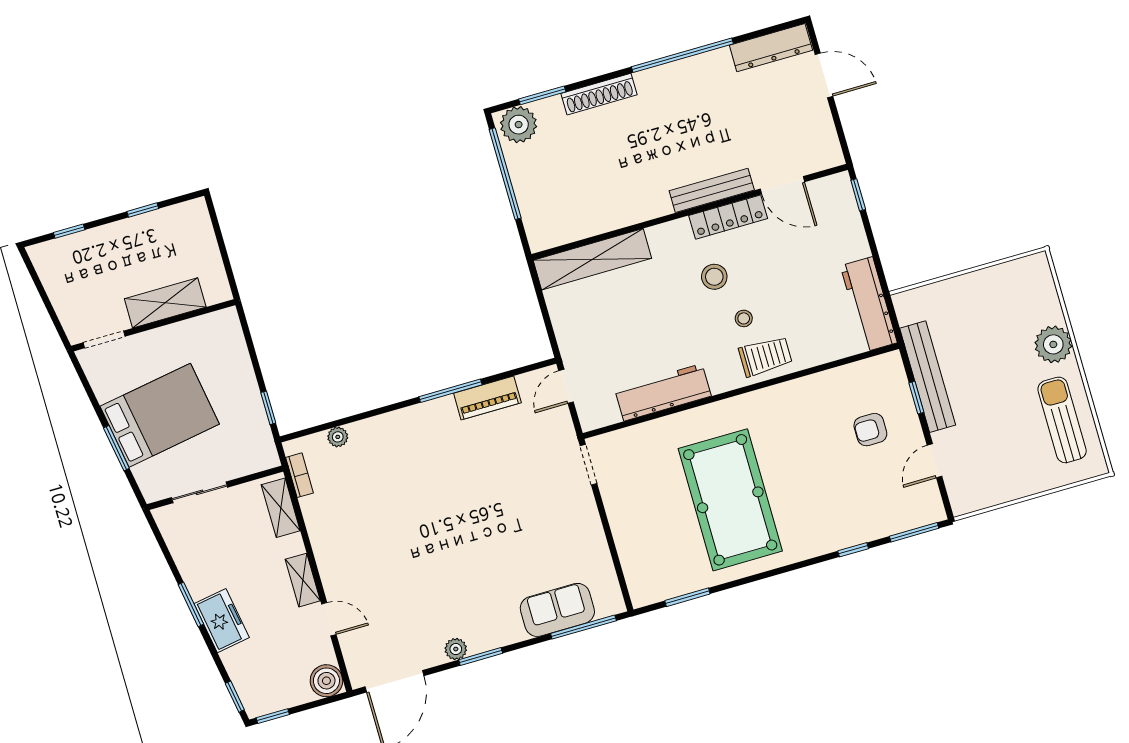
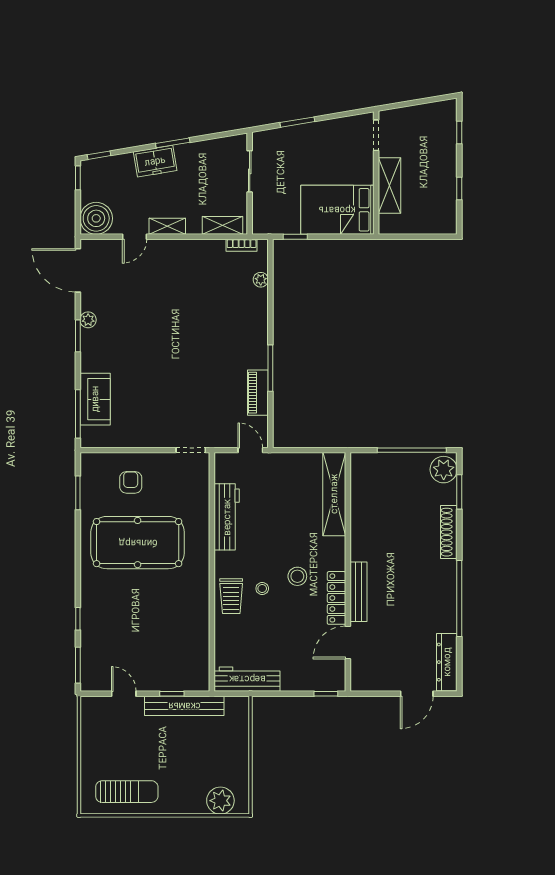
plant: (1053, 344) -> (220, 801), moved
bed: (160, 415) -> (337, 210), moved, turned 99
armchair: (870, 430) -> (131, 482), moved
boiler: (326, 681) -> (96, 218), width x1.37, depth x1.37

